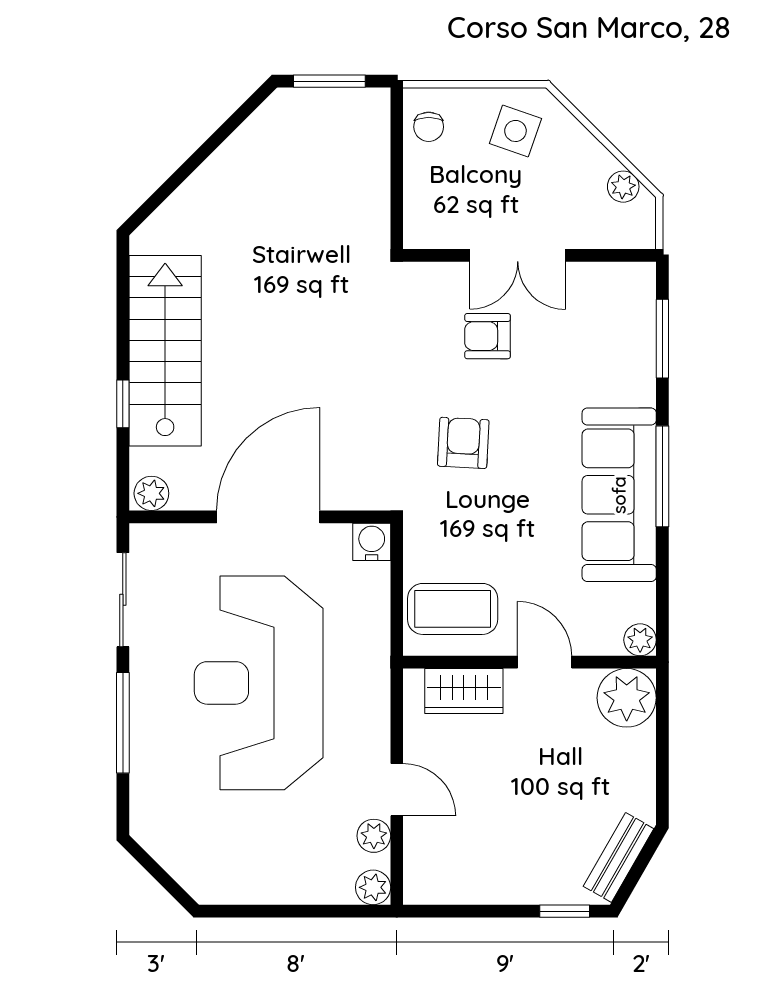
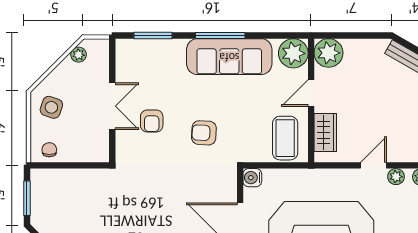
chair: (429, 127) -> (49, 150), turned -90
plant: (640, 640) -> (293, 53), width x1.88, depth x1.88

